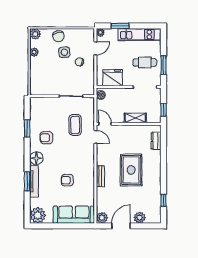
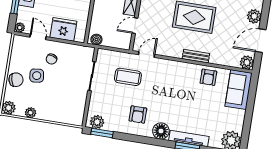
fridge: (113, 78) -> (63, 29), moved, turned 90
plant: (35, 106) -> (97, 122), added
door: (105, 124) -> (135, 26), moved
window: (27, 128) -> (102, 133), moved
armchair: (67, 180) -> (208, 77), moved
sofa: (74, 215) -> (239, 90), width x0.73
door: (121, 226) -> (261, 41), hinge flipped

